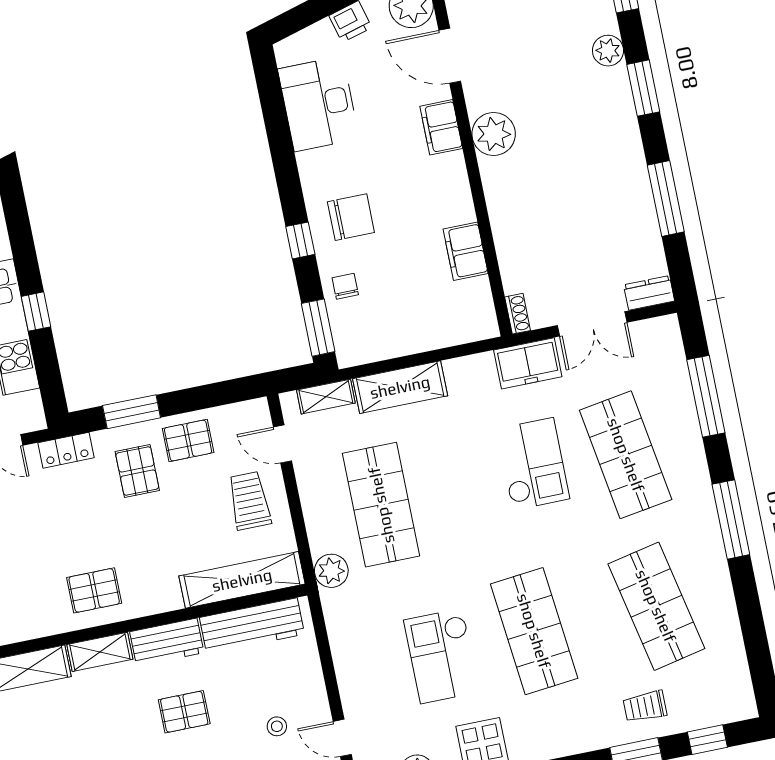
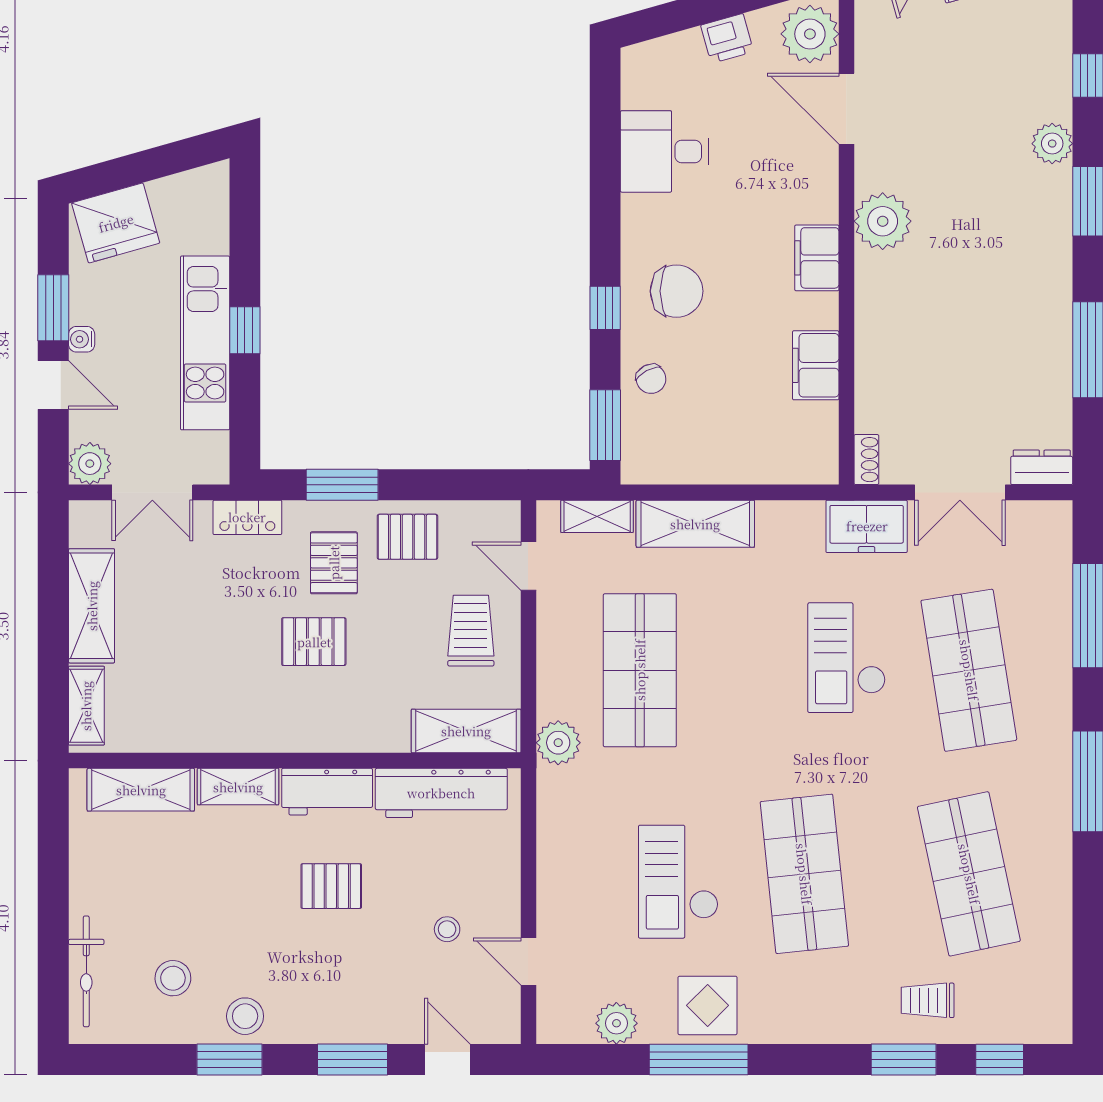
desk: (319, 104) -> (664, 151), width x0.73
filing cabinet: (441, 127) -> (817, 258), moved
chair: (345, 286) -> (651, 379), turned 152
checkout: (533, 464) -> (847, 658), turned 180
shelving: (242, 580) -> (466, 731), width x0.68
pallet: (94, 590) -> (314, 642), moved

